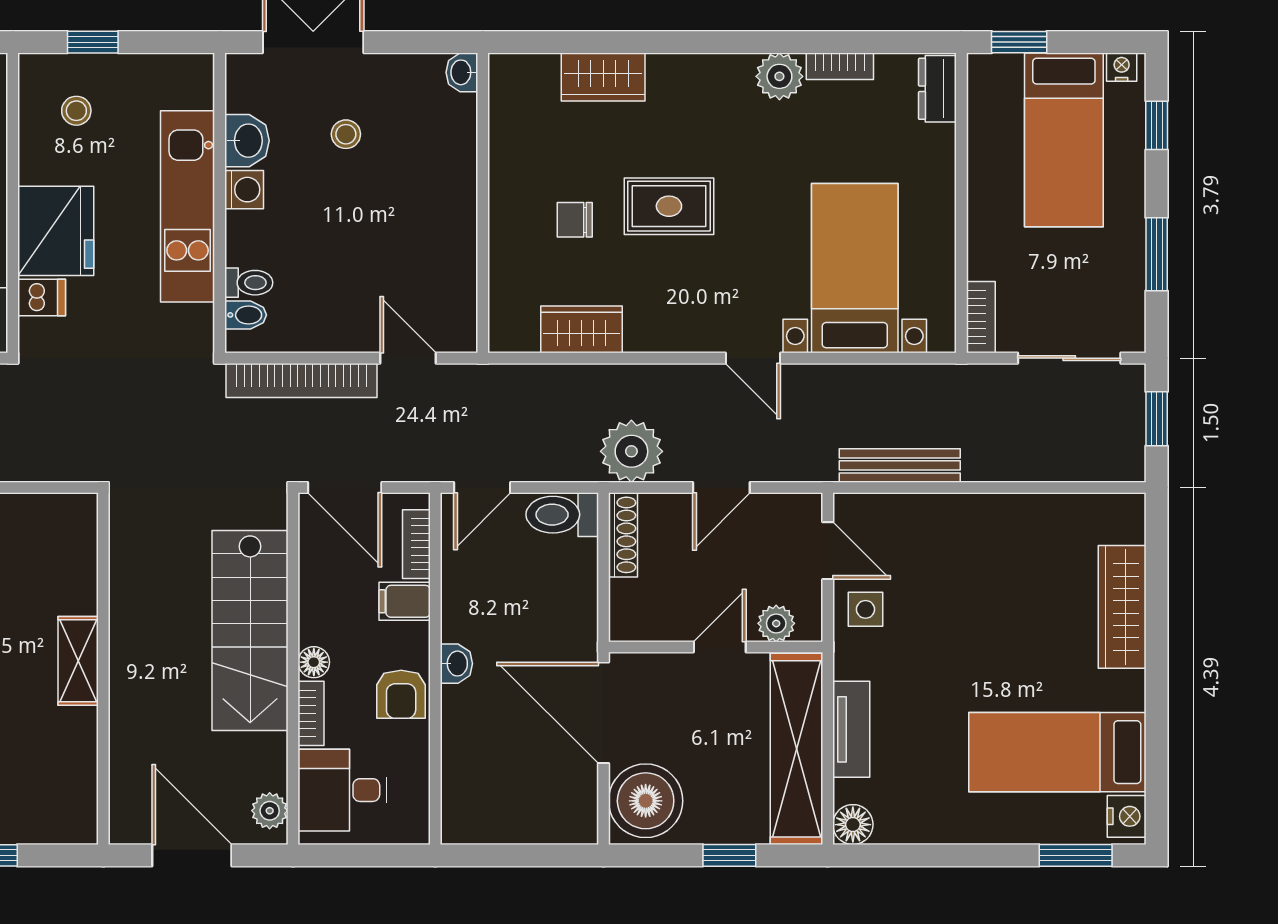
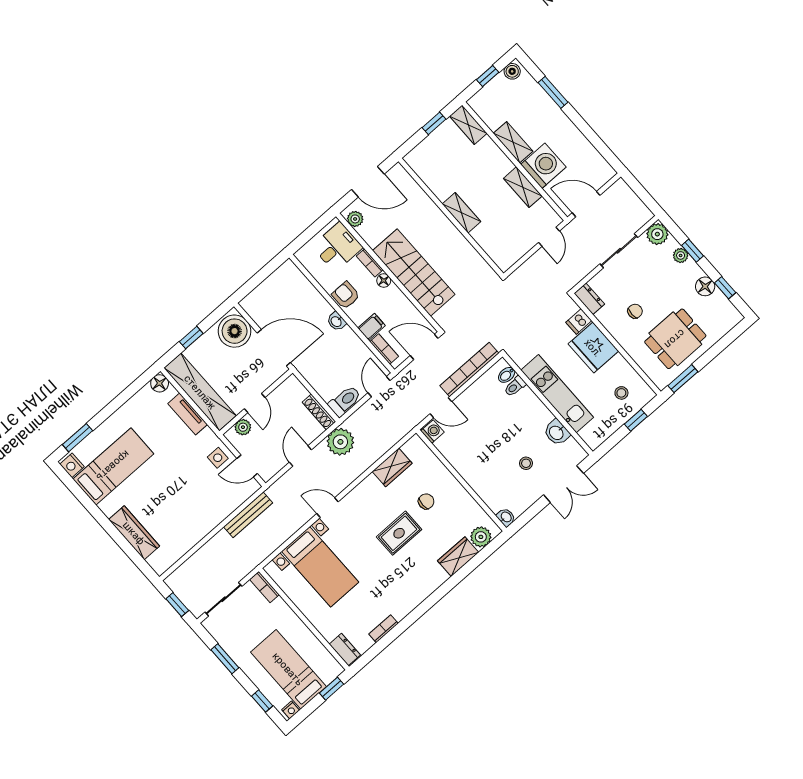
plant: (779, 76) -> (481, 537), moved
washing machine: (244, 190) -> (432, 431), moved, turned 180

